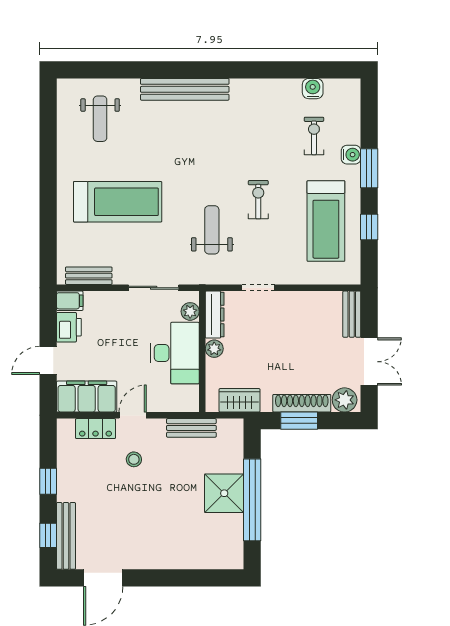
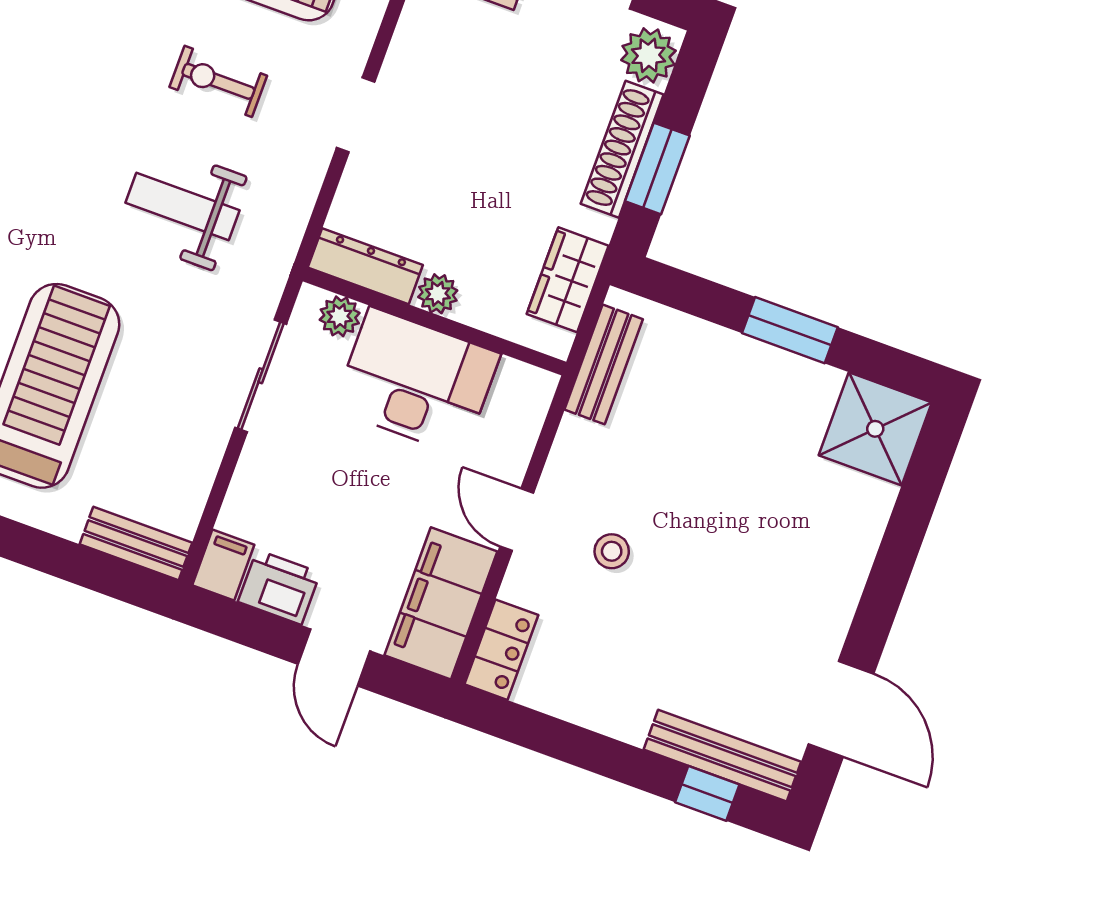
exercise bike: (258, 200) -> (218, 81), moved
bench: (89, 276) -> (136, 544), moved, turned 90
doorway: (258, 288) -> (356, 115), moved
bench: (191, 428) -> (604, 364), moved
locker: (96, 429) -> (501, 650), moved
window: (48, 481) -> (592, 751), removed
shower: (224, 493) -> (875, 429), moved
window: (252, 500) -> (790, 330), width x0.47

